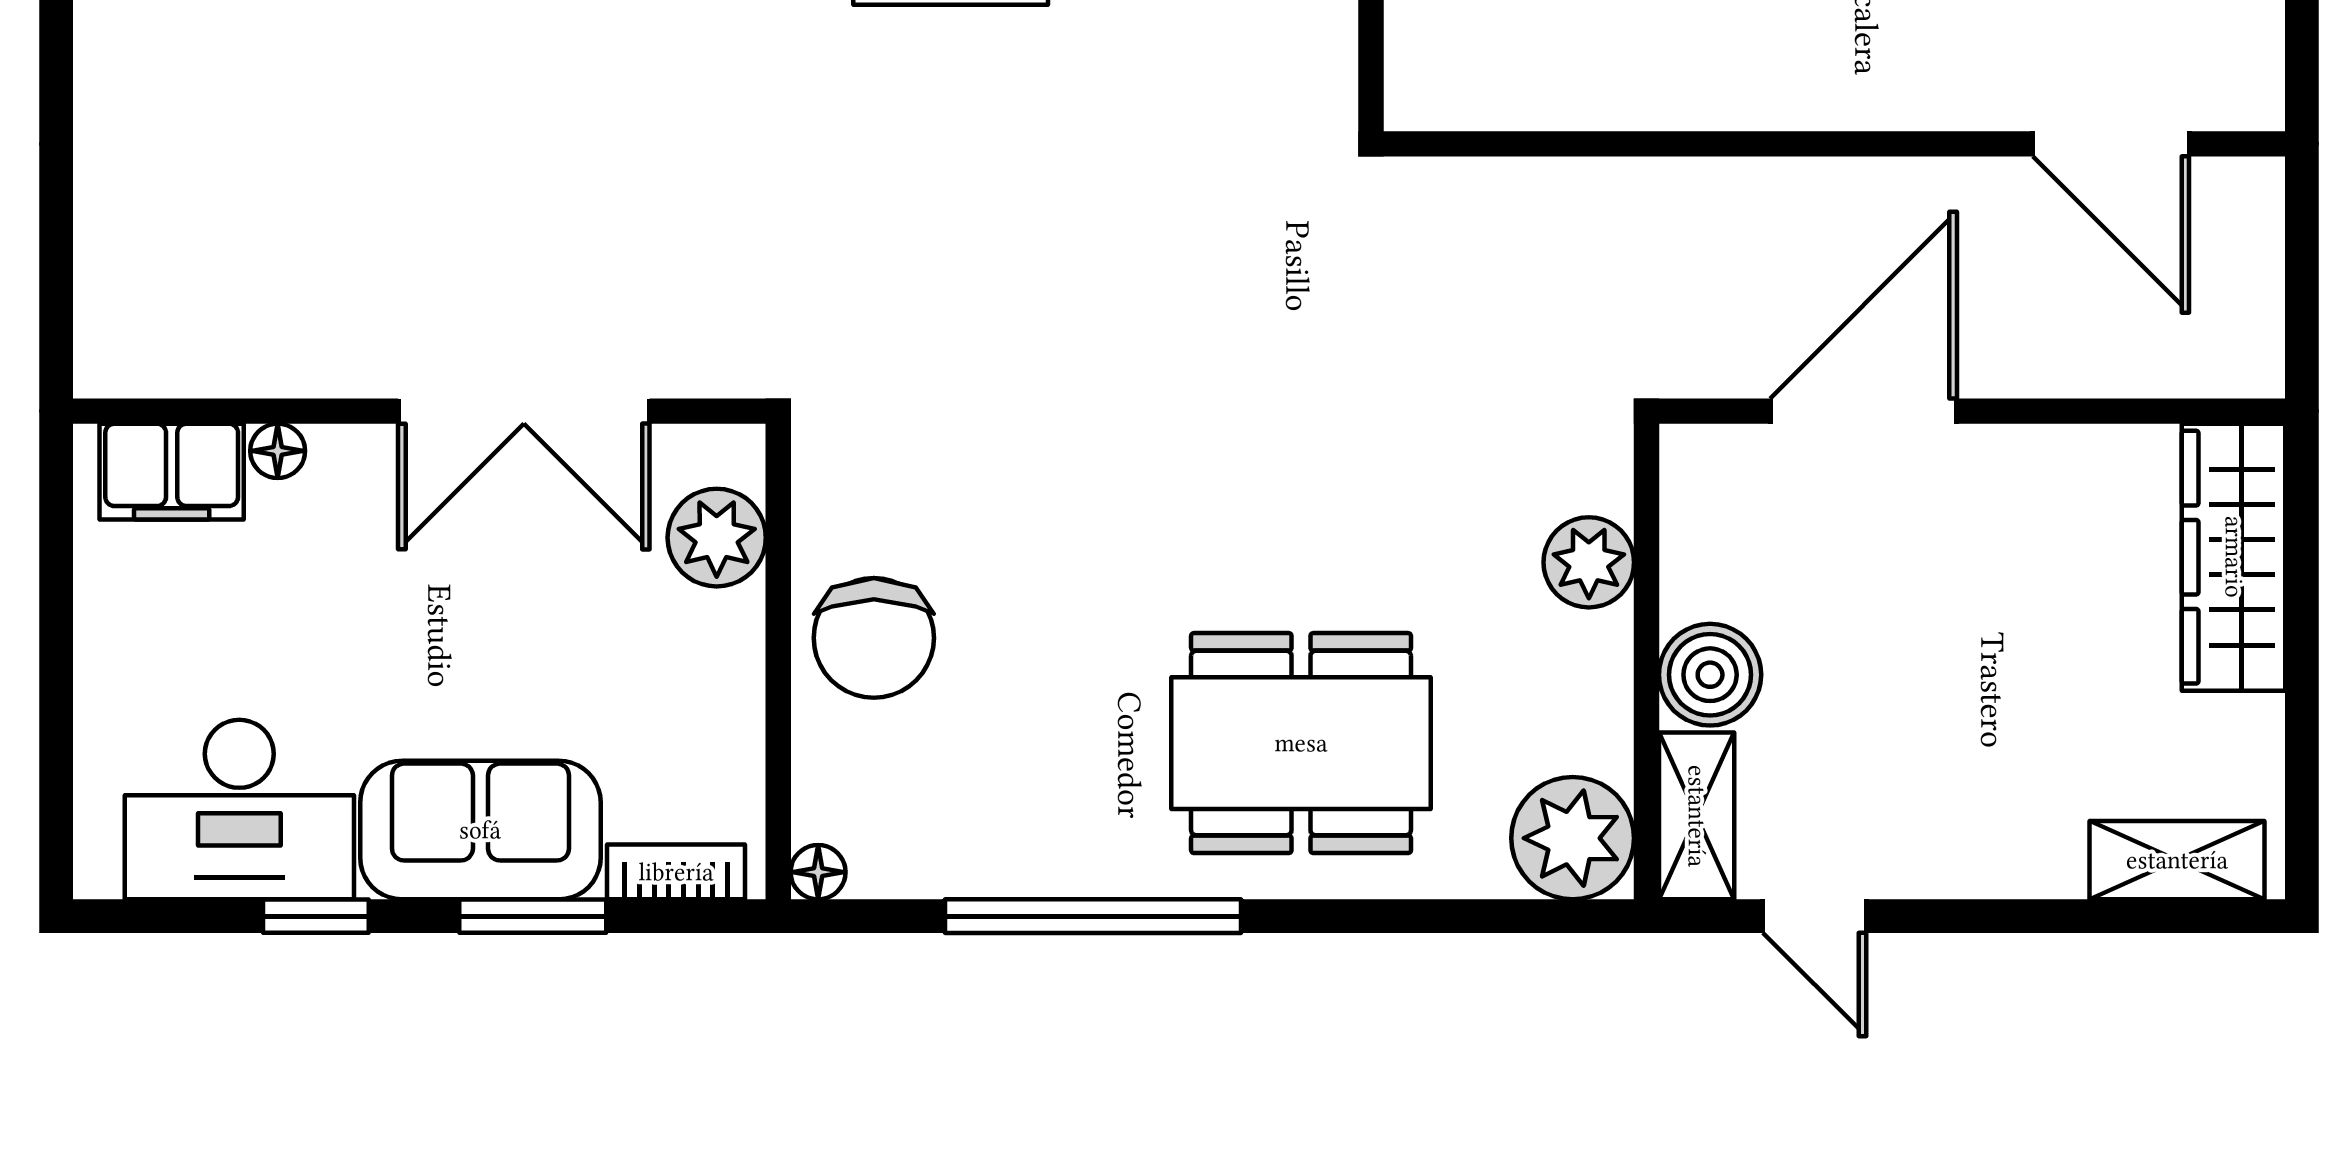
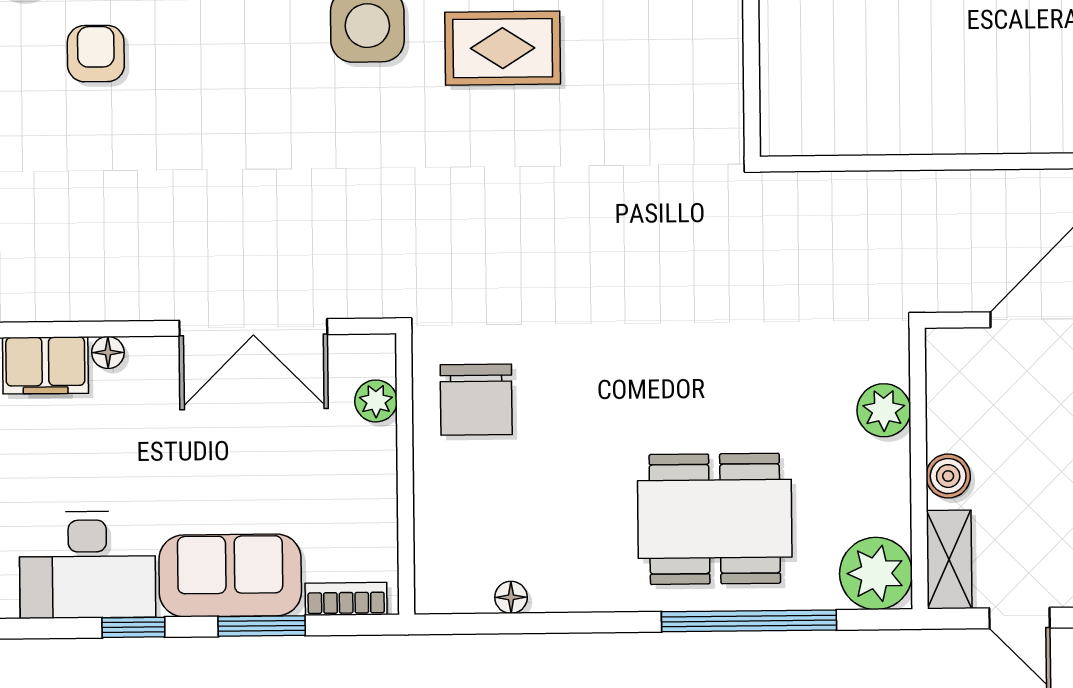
plant: (717, 538) -> (376, 401), width x0.73, depth x0.73
chair: (874, 638) -> (476, 400), moved
boiler: (1710, 675) -> (948, 476), width x0.73, depth x0.73
floor lamp: (818, 872) -> (511, 597), moved
window: (1093, 916) -> (749, 621), moved

